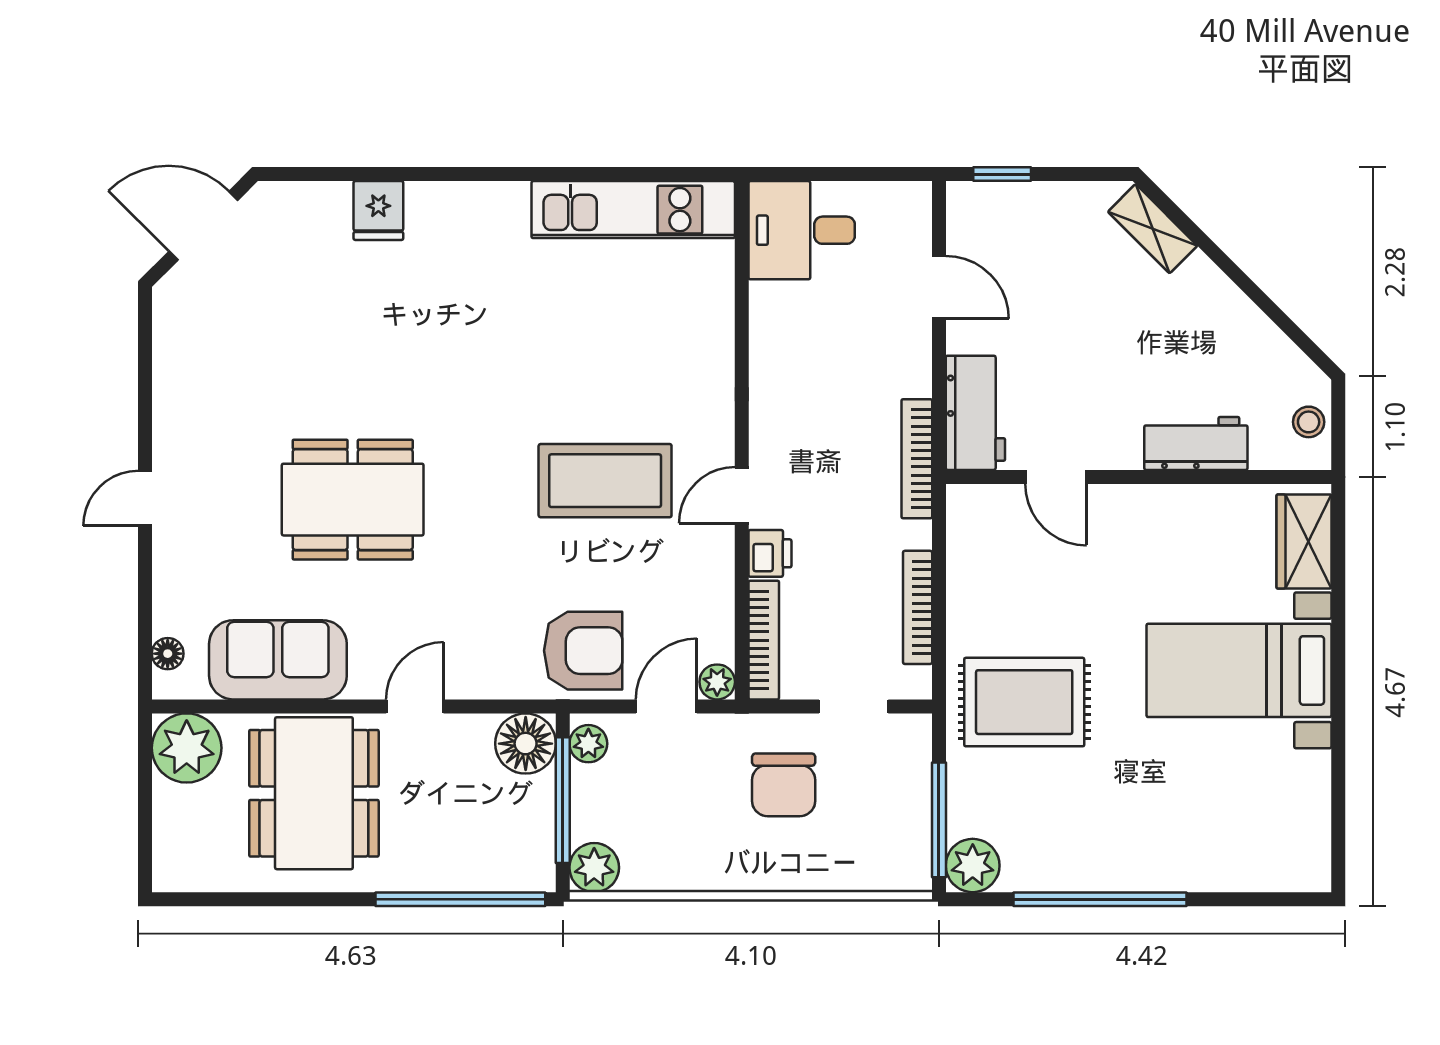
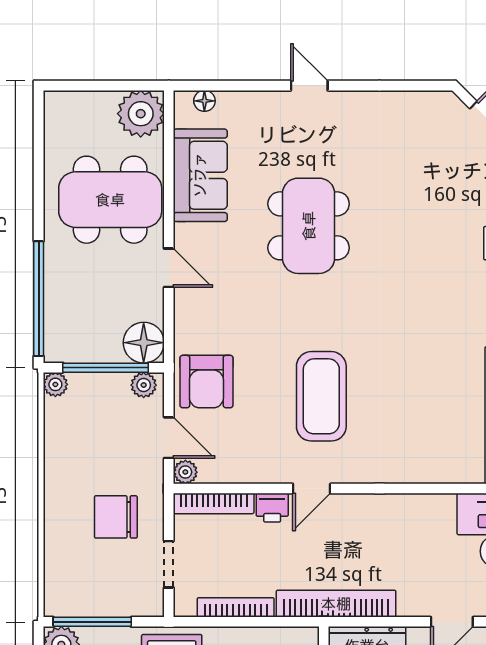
bookcase: (917, 459) -> (336, 604), width x1.48, depth x1.31
door: (742, 495) -> (312, 489), swing flipped
plant: (594, 868) -> (55, 384), width x0.73, depth x0.73

